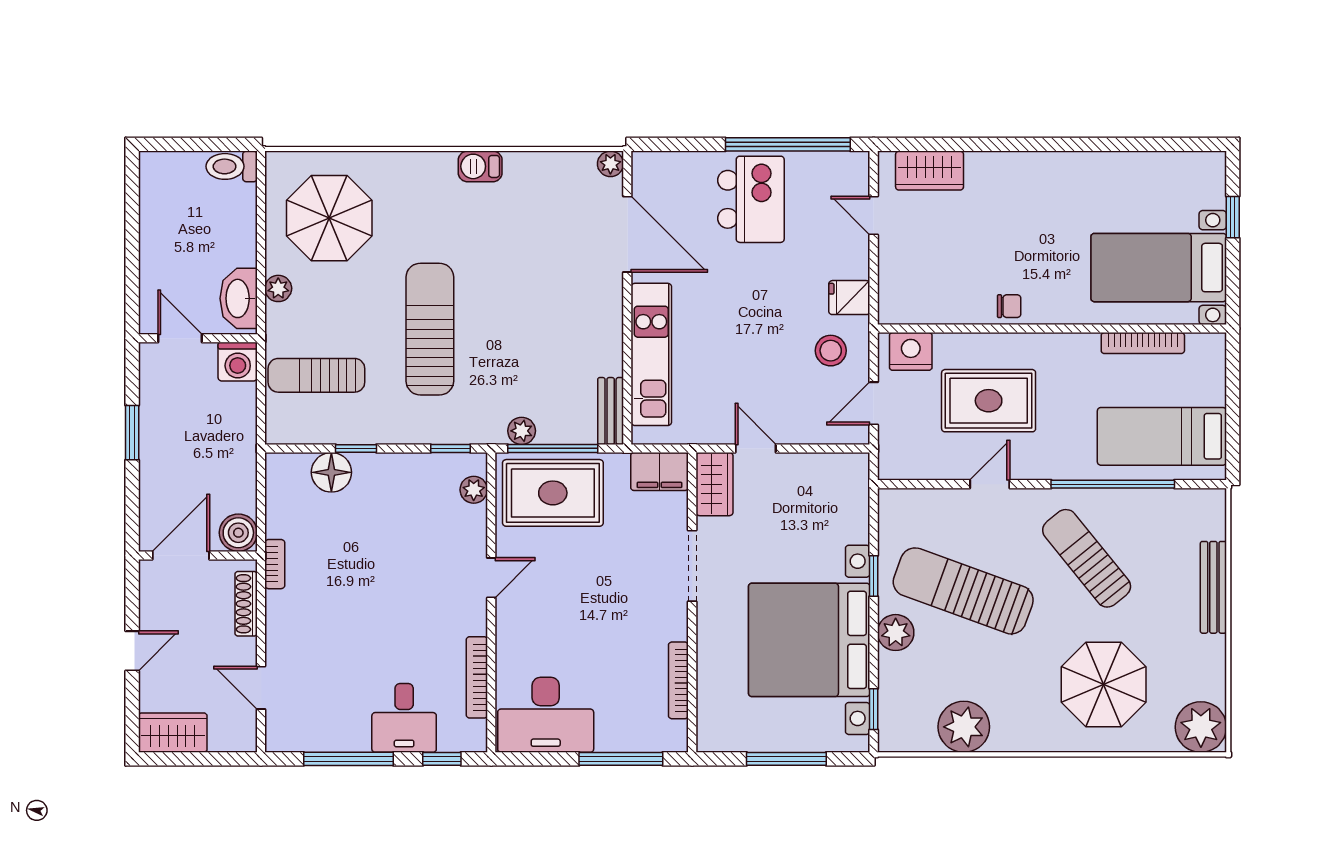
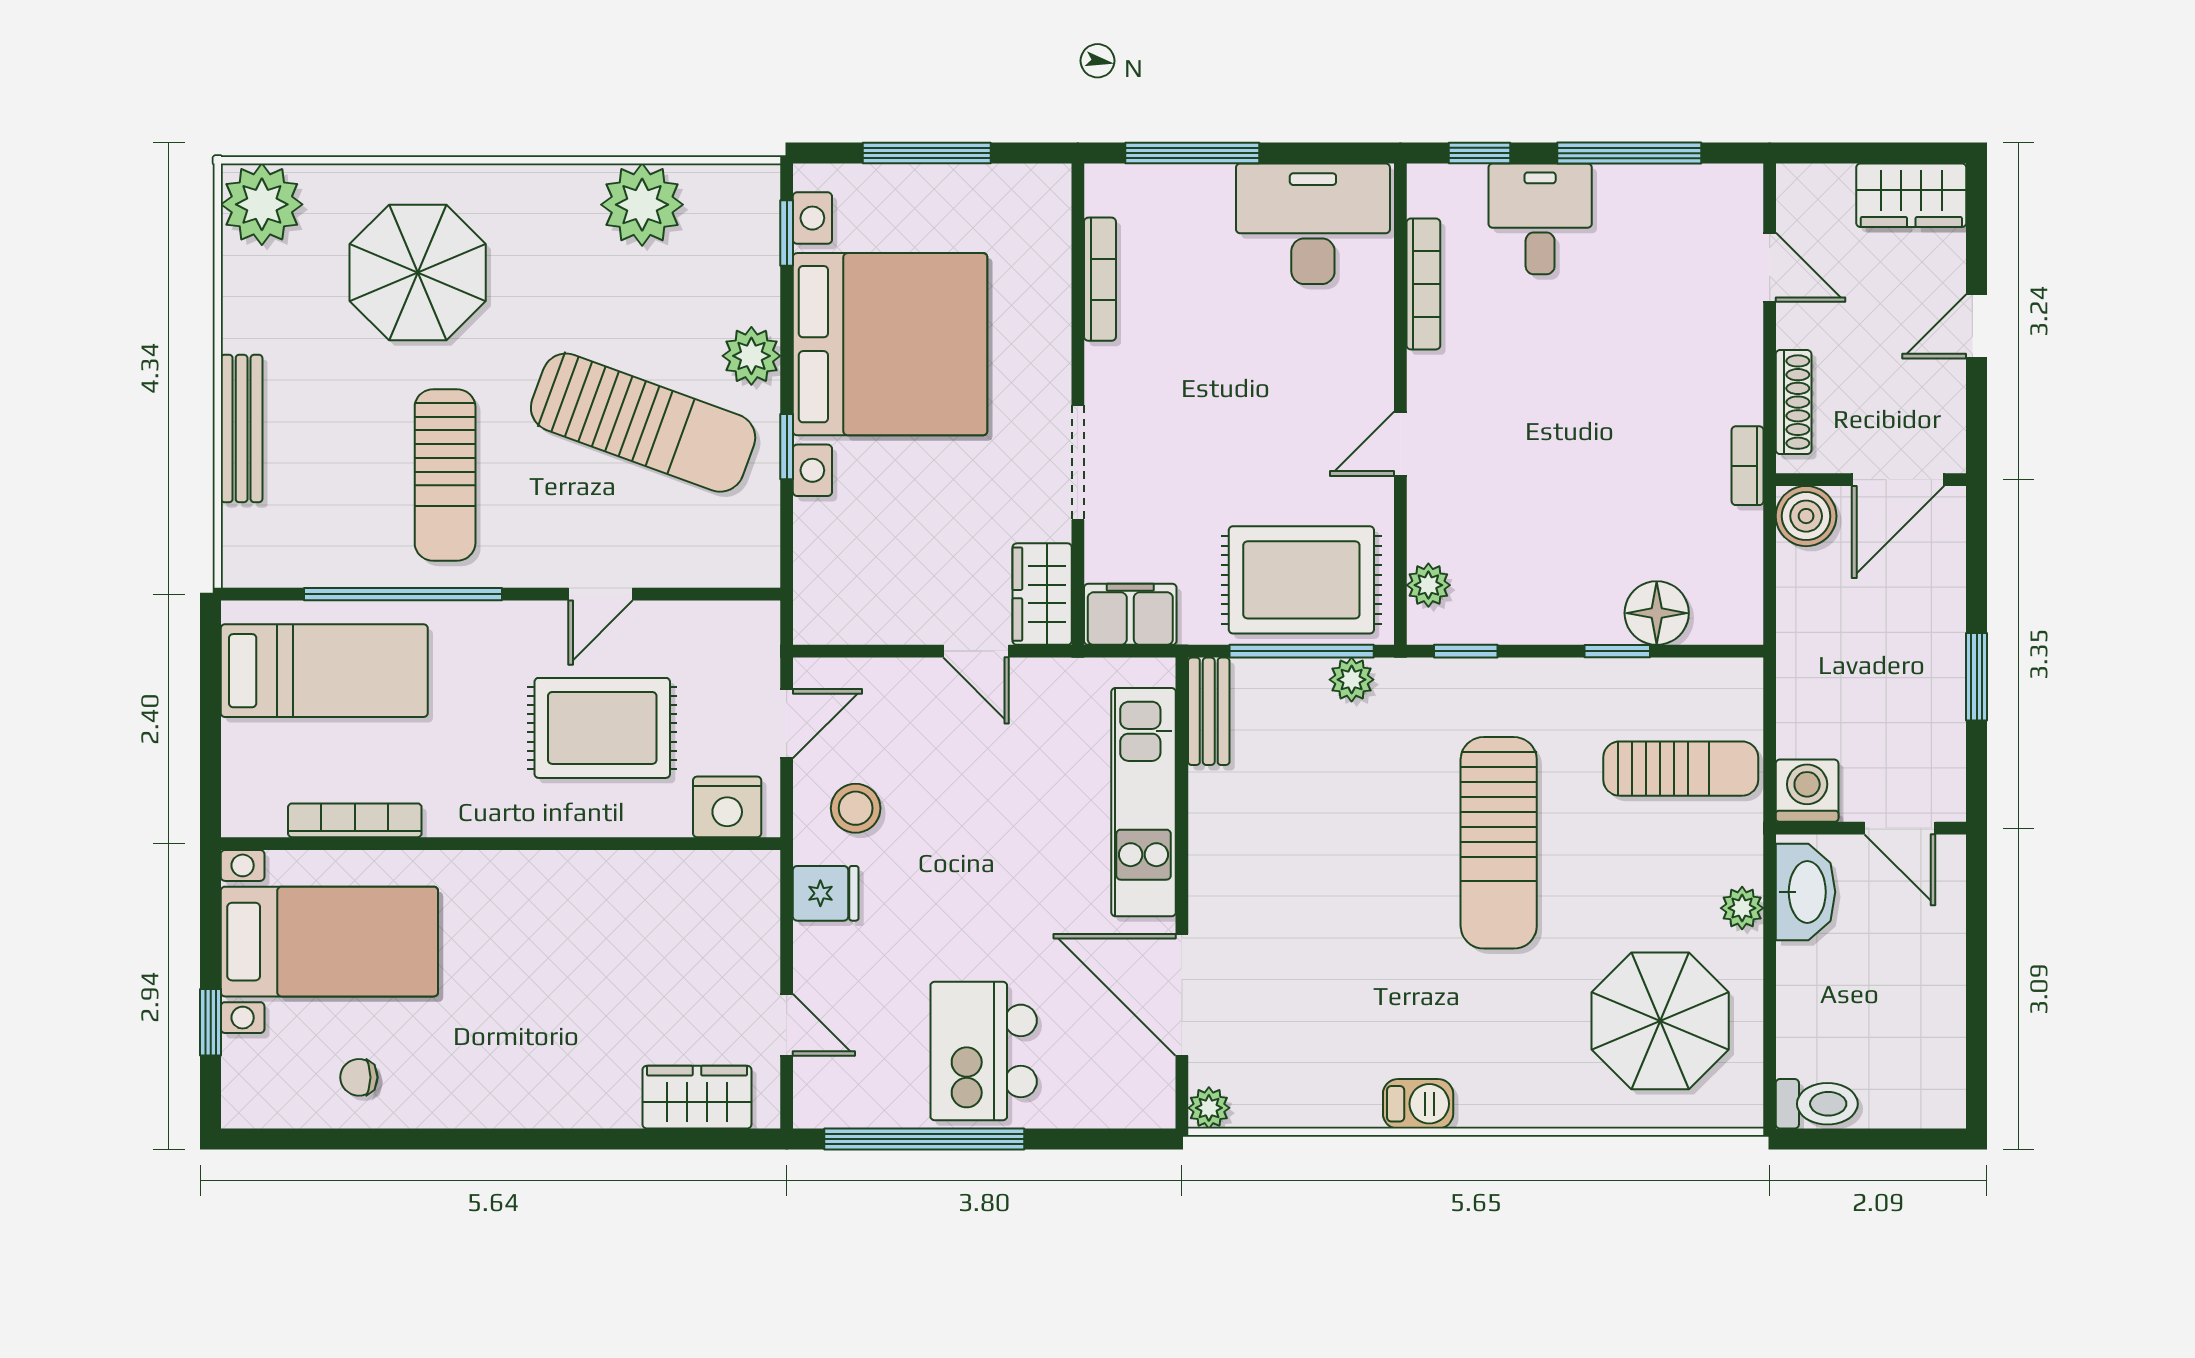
chair: (1009, 306) -> (359, 1077), moved
sun lounger: (1087, 558) -> (445, 475), turned 39

